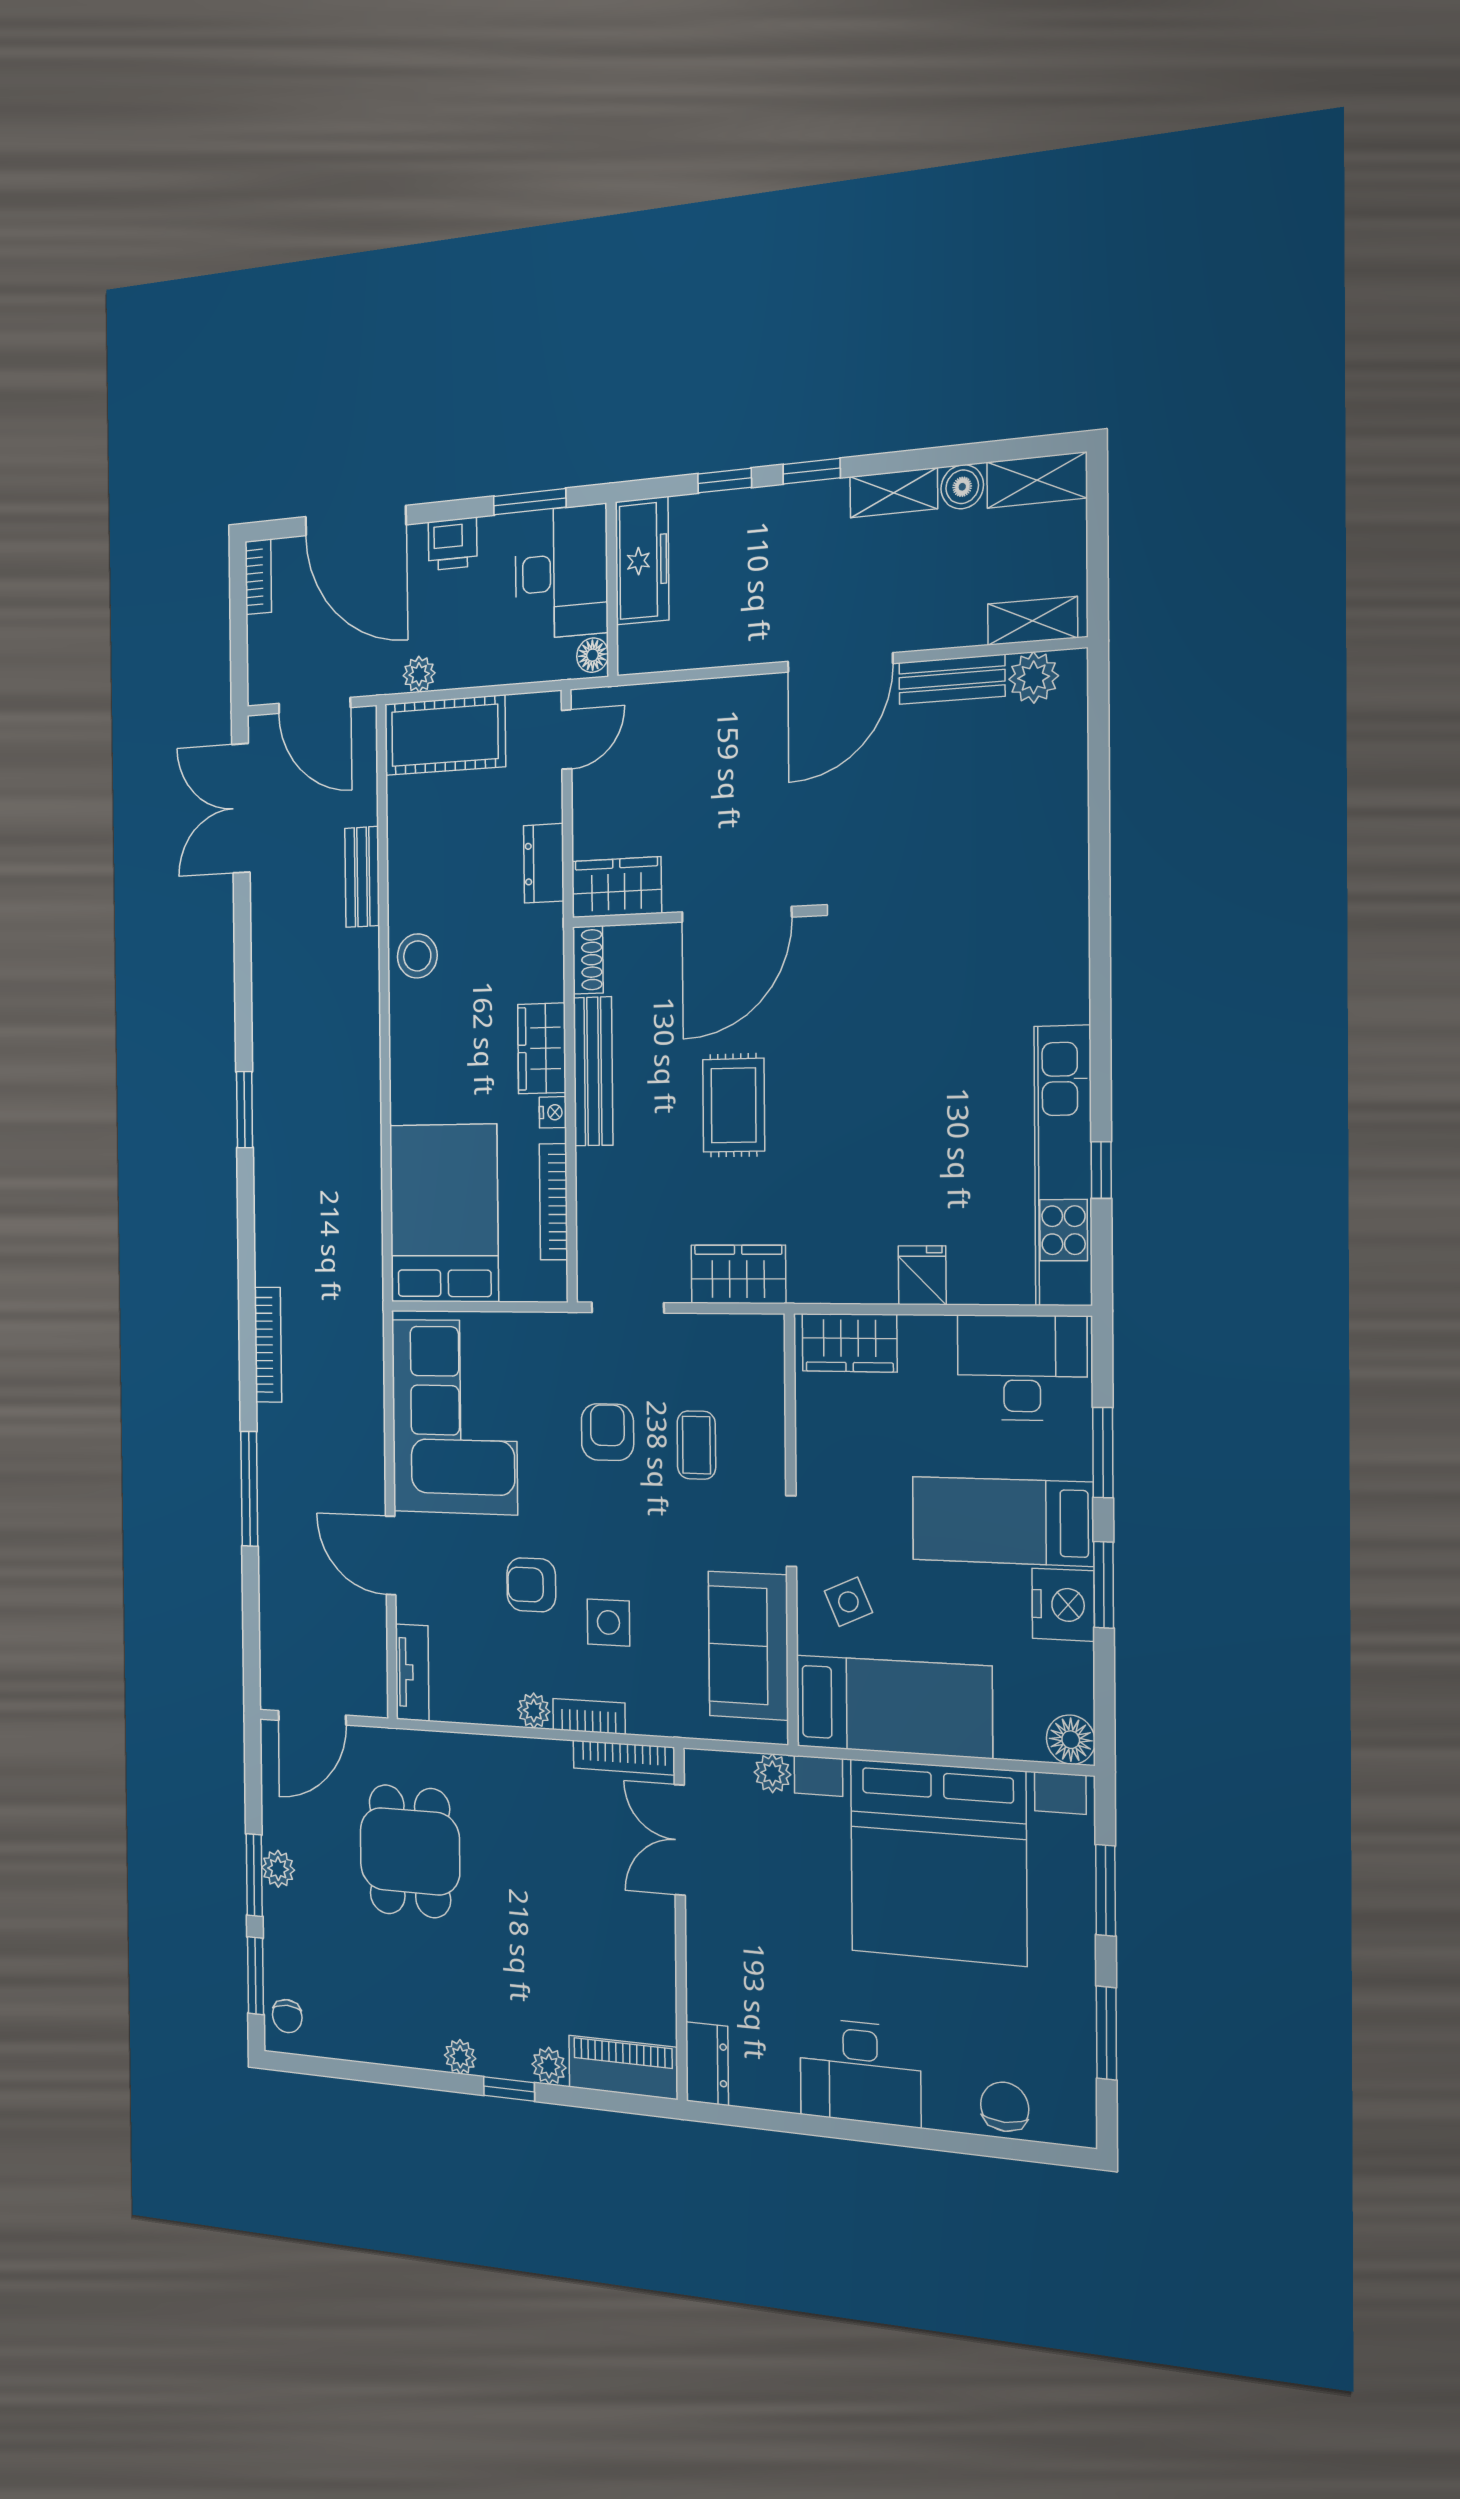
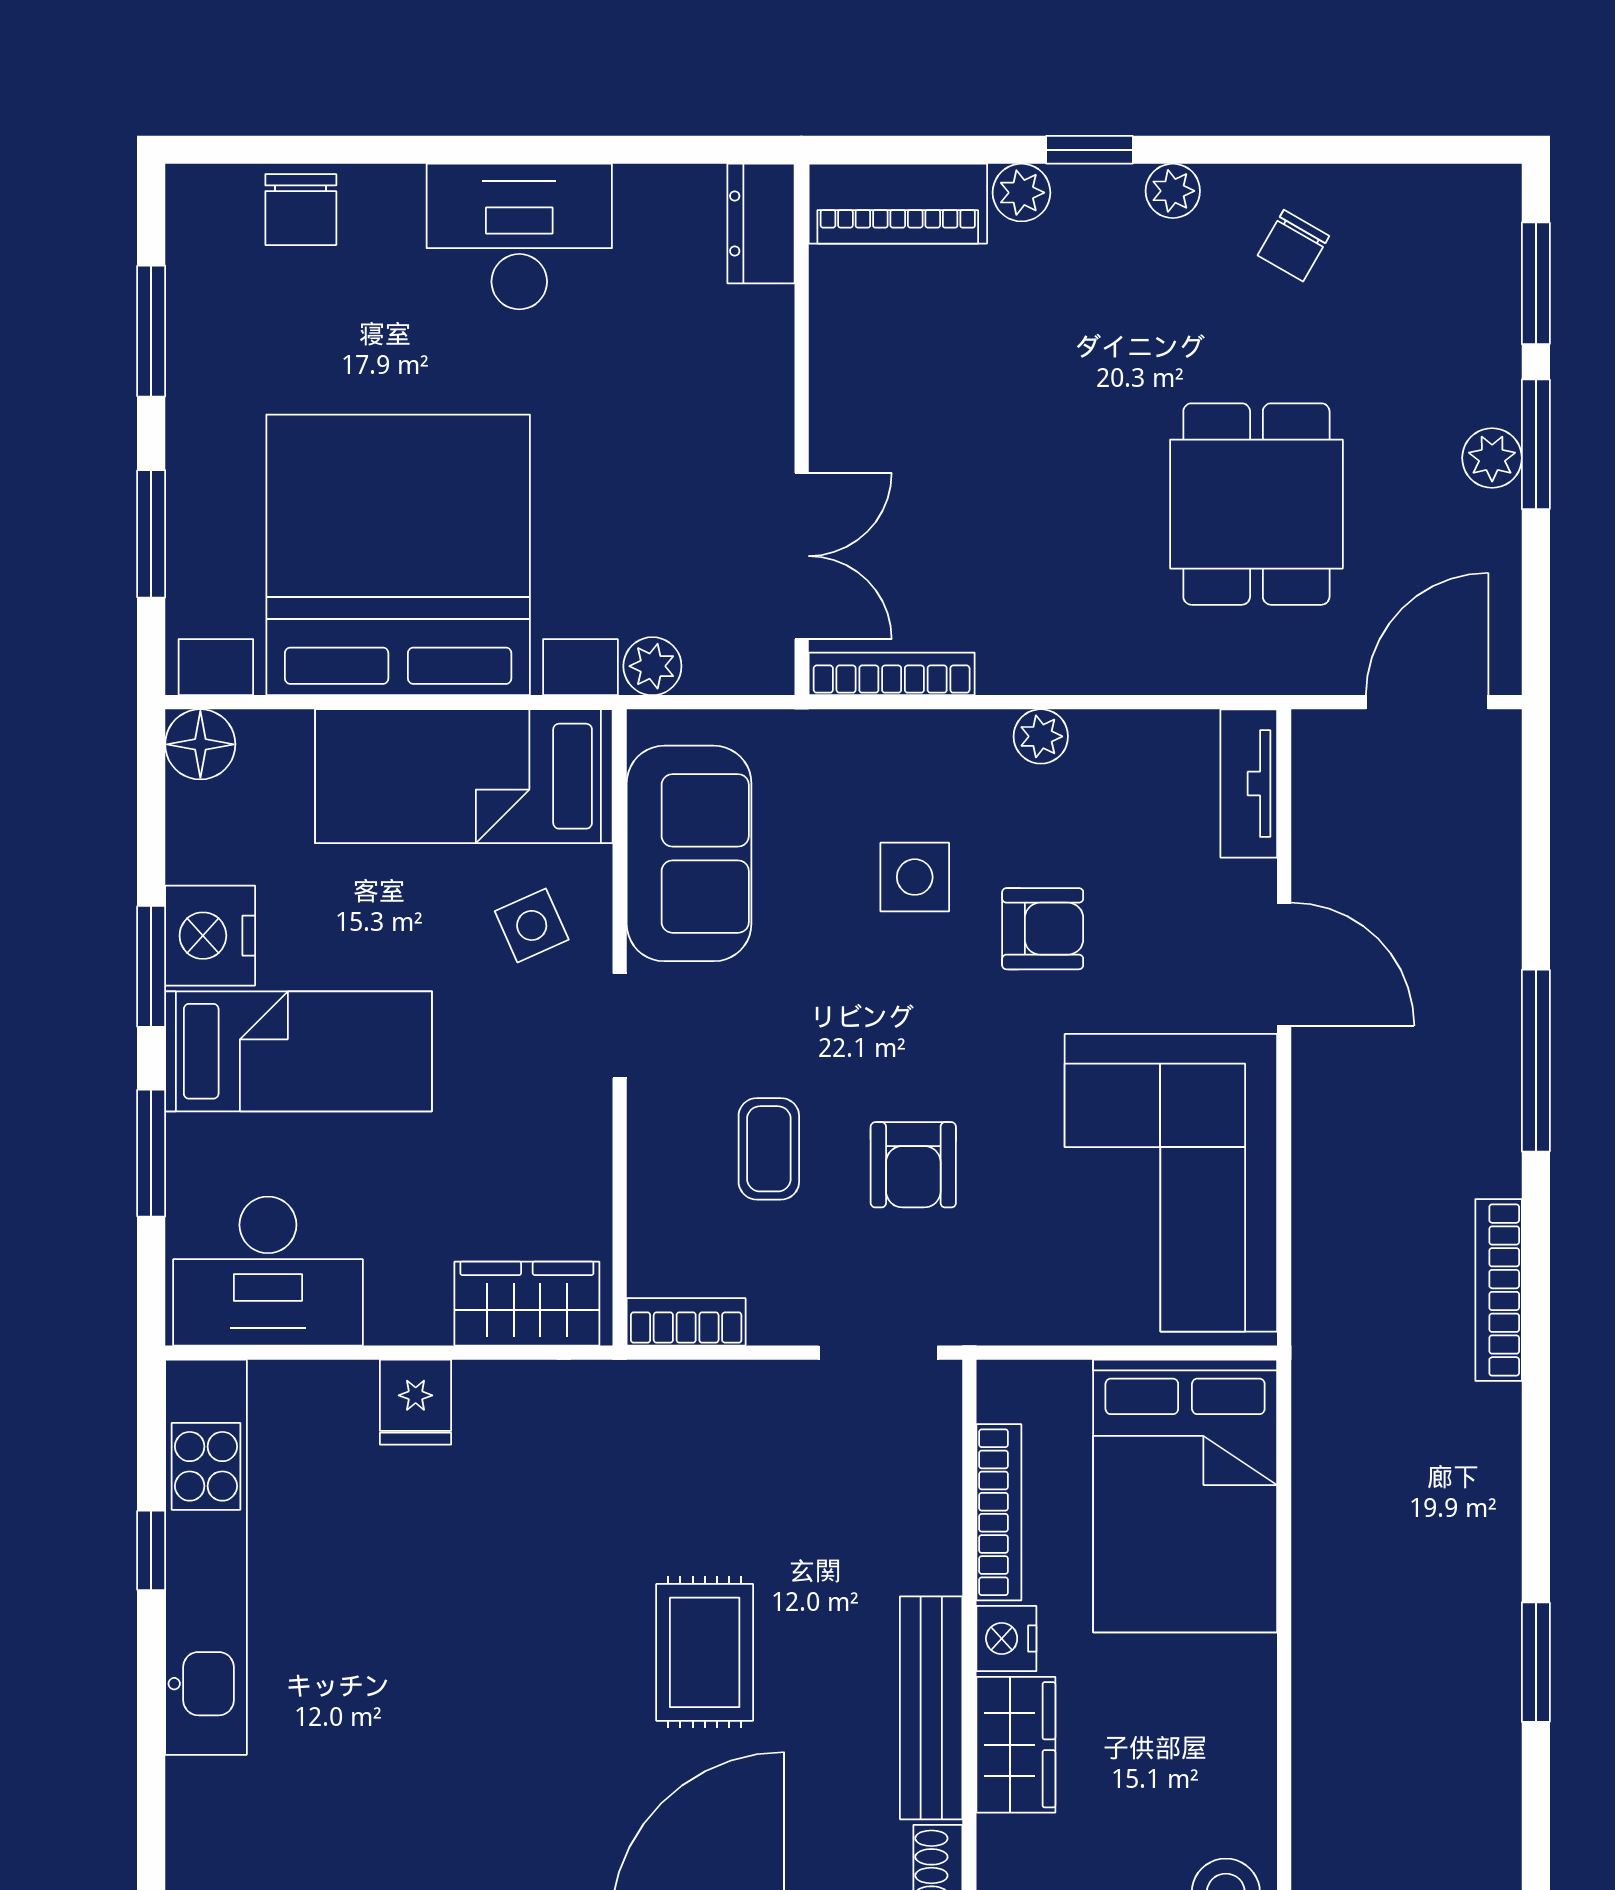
nightstand: (553, 1112) -> (1006, 1639), width x1.39, depth x1.35
wardrobe: (738, 1274) -> (700, 1403), removed
bookcase: (589, 1716) -> (686, 1322), moved, turned 180
chair: (287, 2016) -> (1293, 246), moved, turned -150

